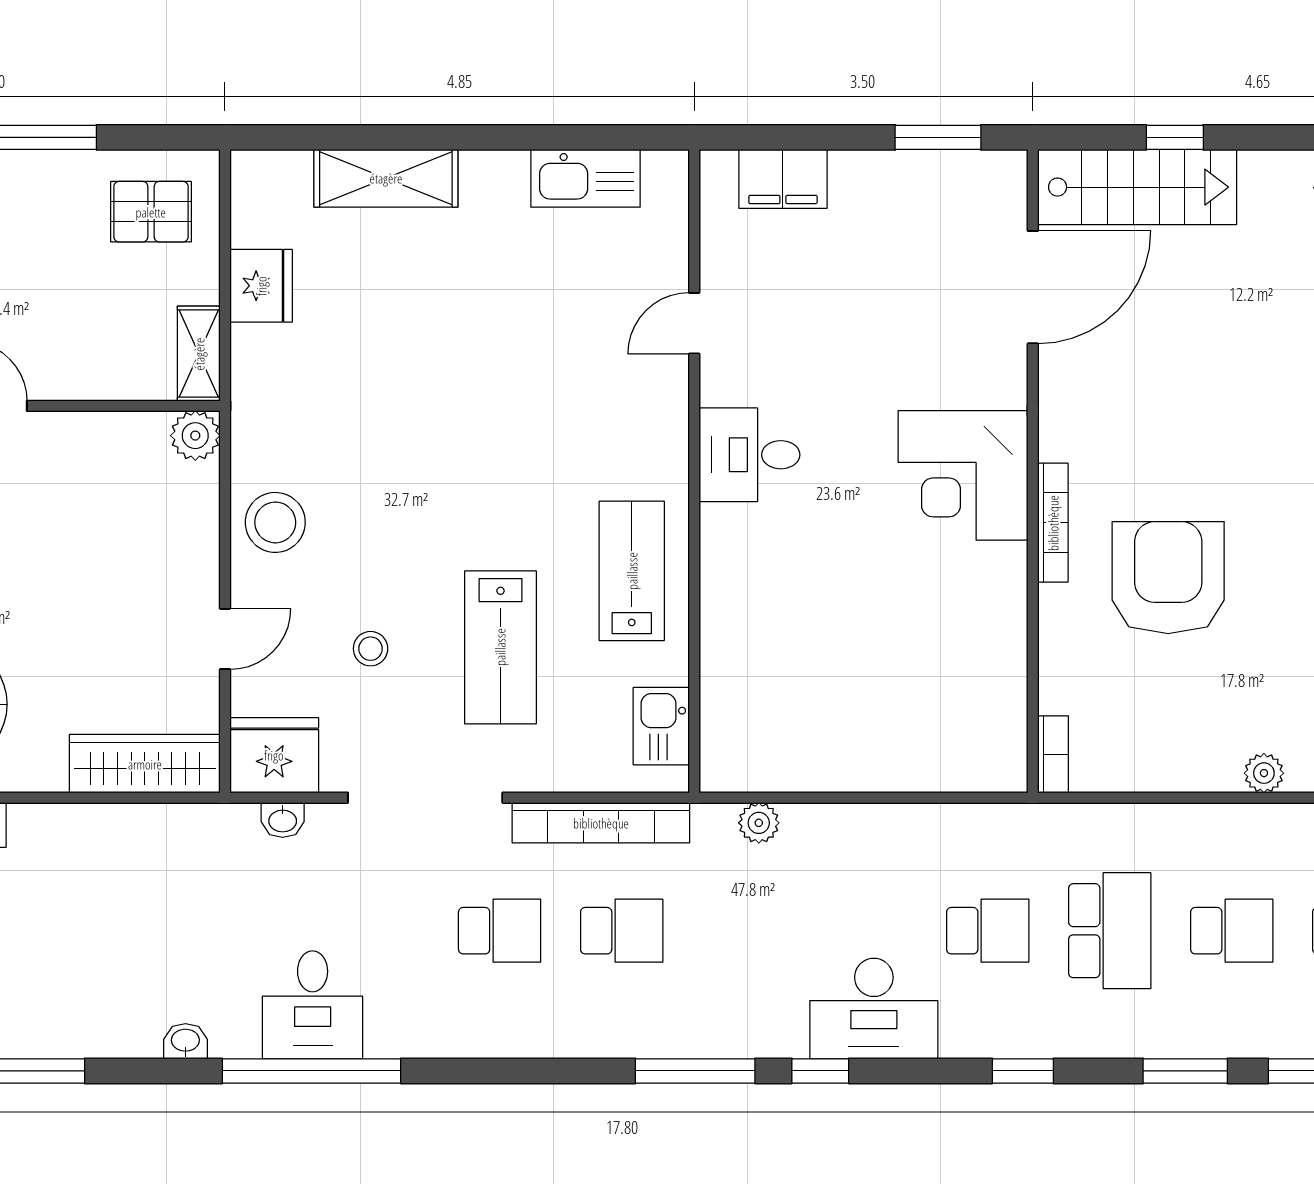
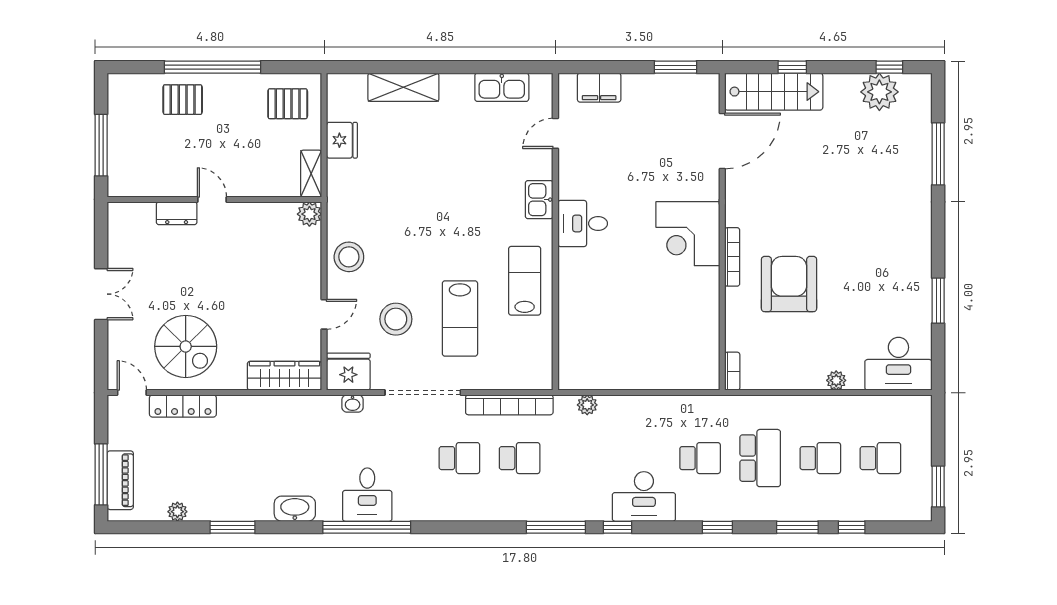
door: (694, 323) -> (555, 133), moved
stool: (371, 649) -> (396, 319), width x1.89, depth x1.89
kitchen sink: (661, 726) -> (539, 200), moved
washbasin: (185, 1041) -> (295, 509), width x1.91, depth x1.45

